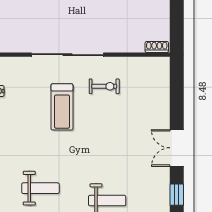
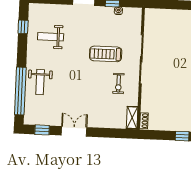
shelving: (153, 64) -> (132, 118), added
weight bench: (40, 188) -> (51, 37), turned 90

